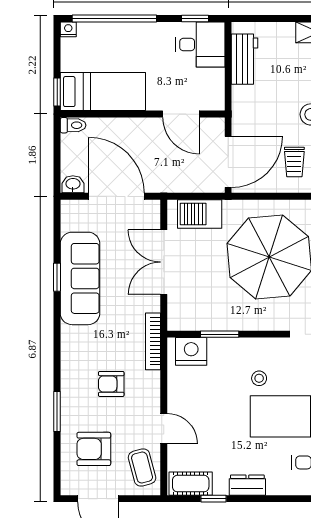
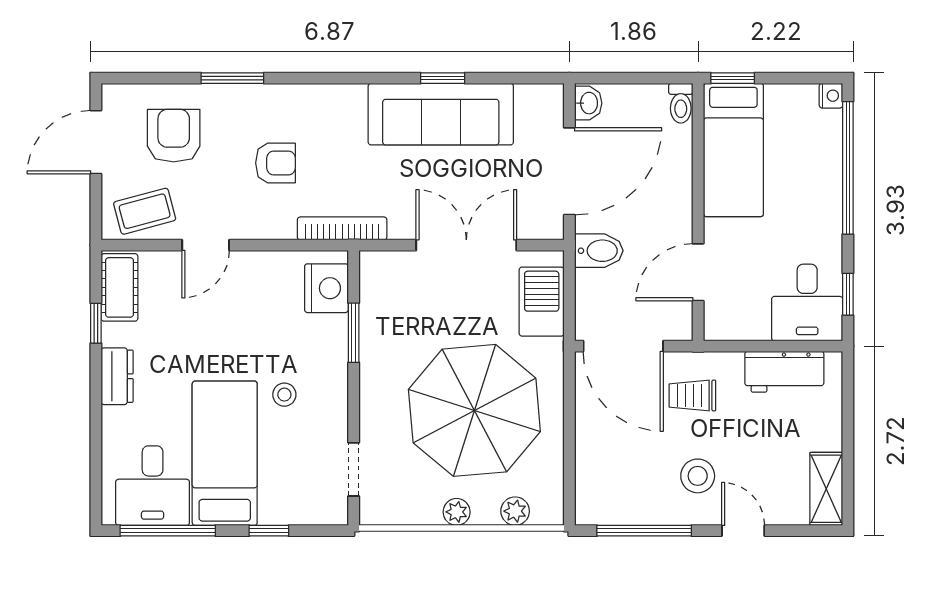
trolley: (294, 162) -> (692, 395), moved
bidet: (167, 178) -> (599, 251), added
armchair: (111, 384) -> (275, 163), turned 90

